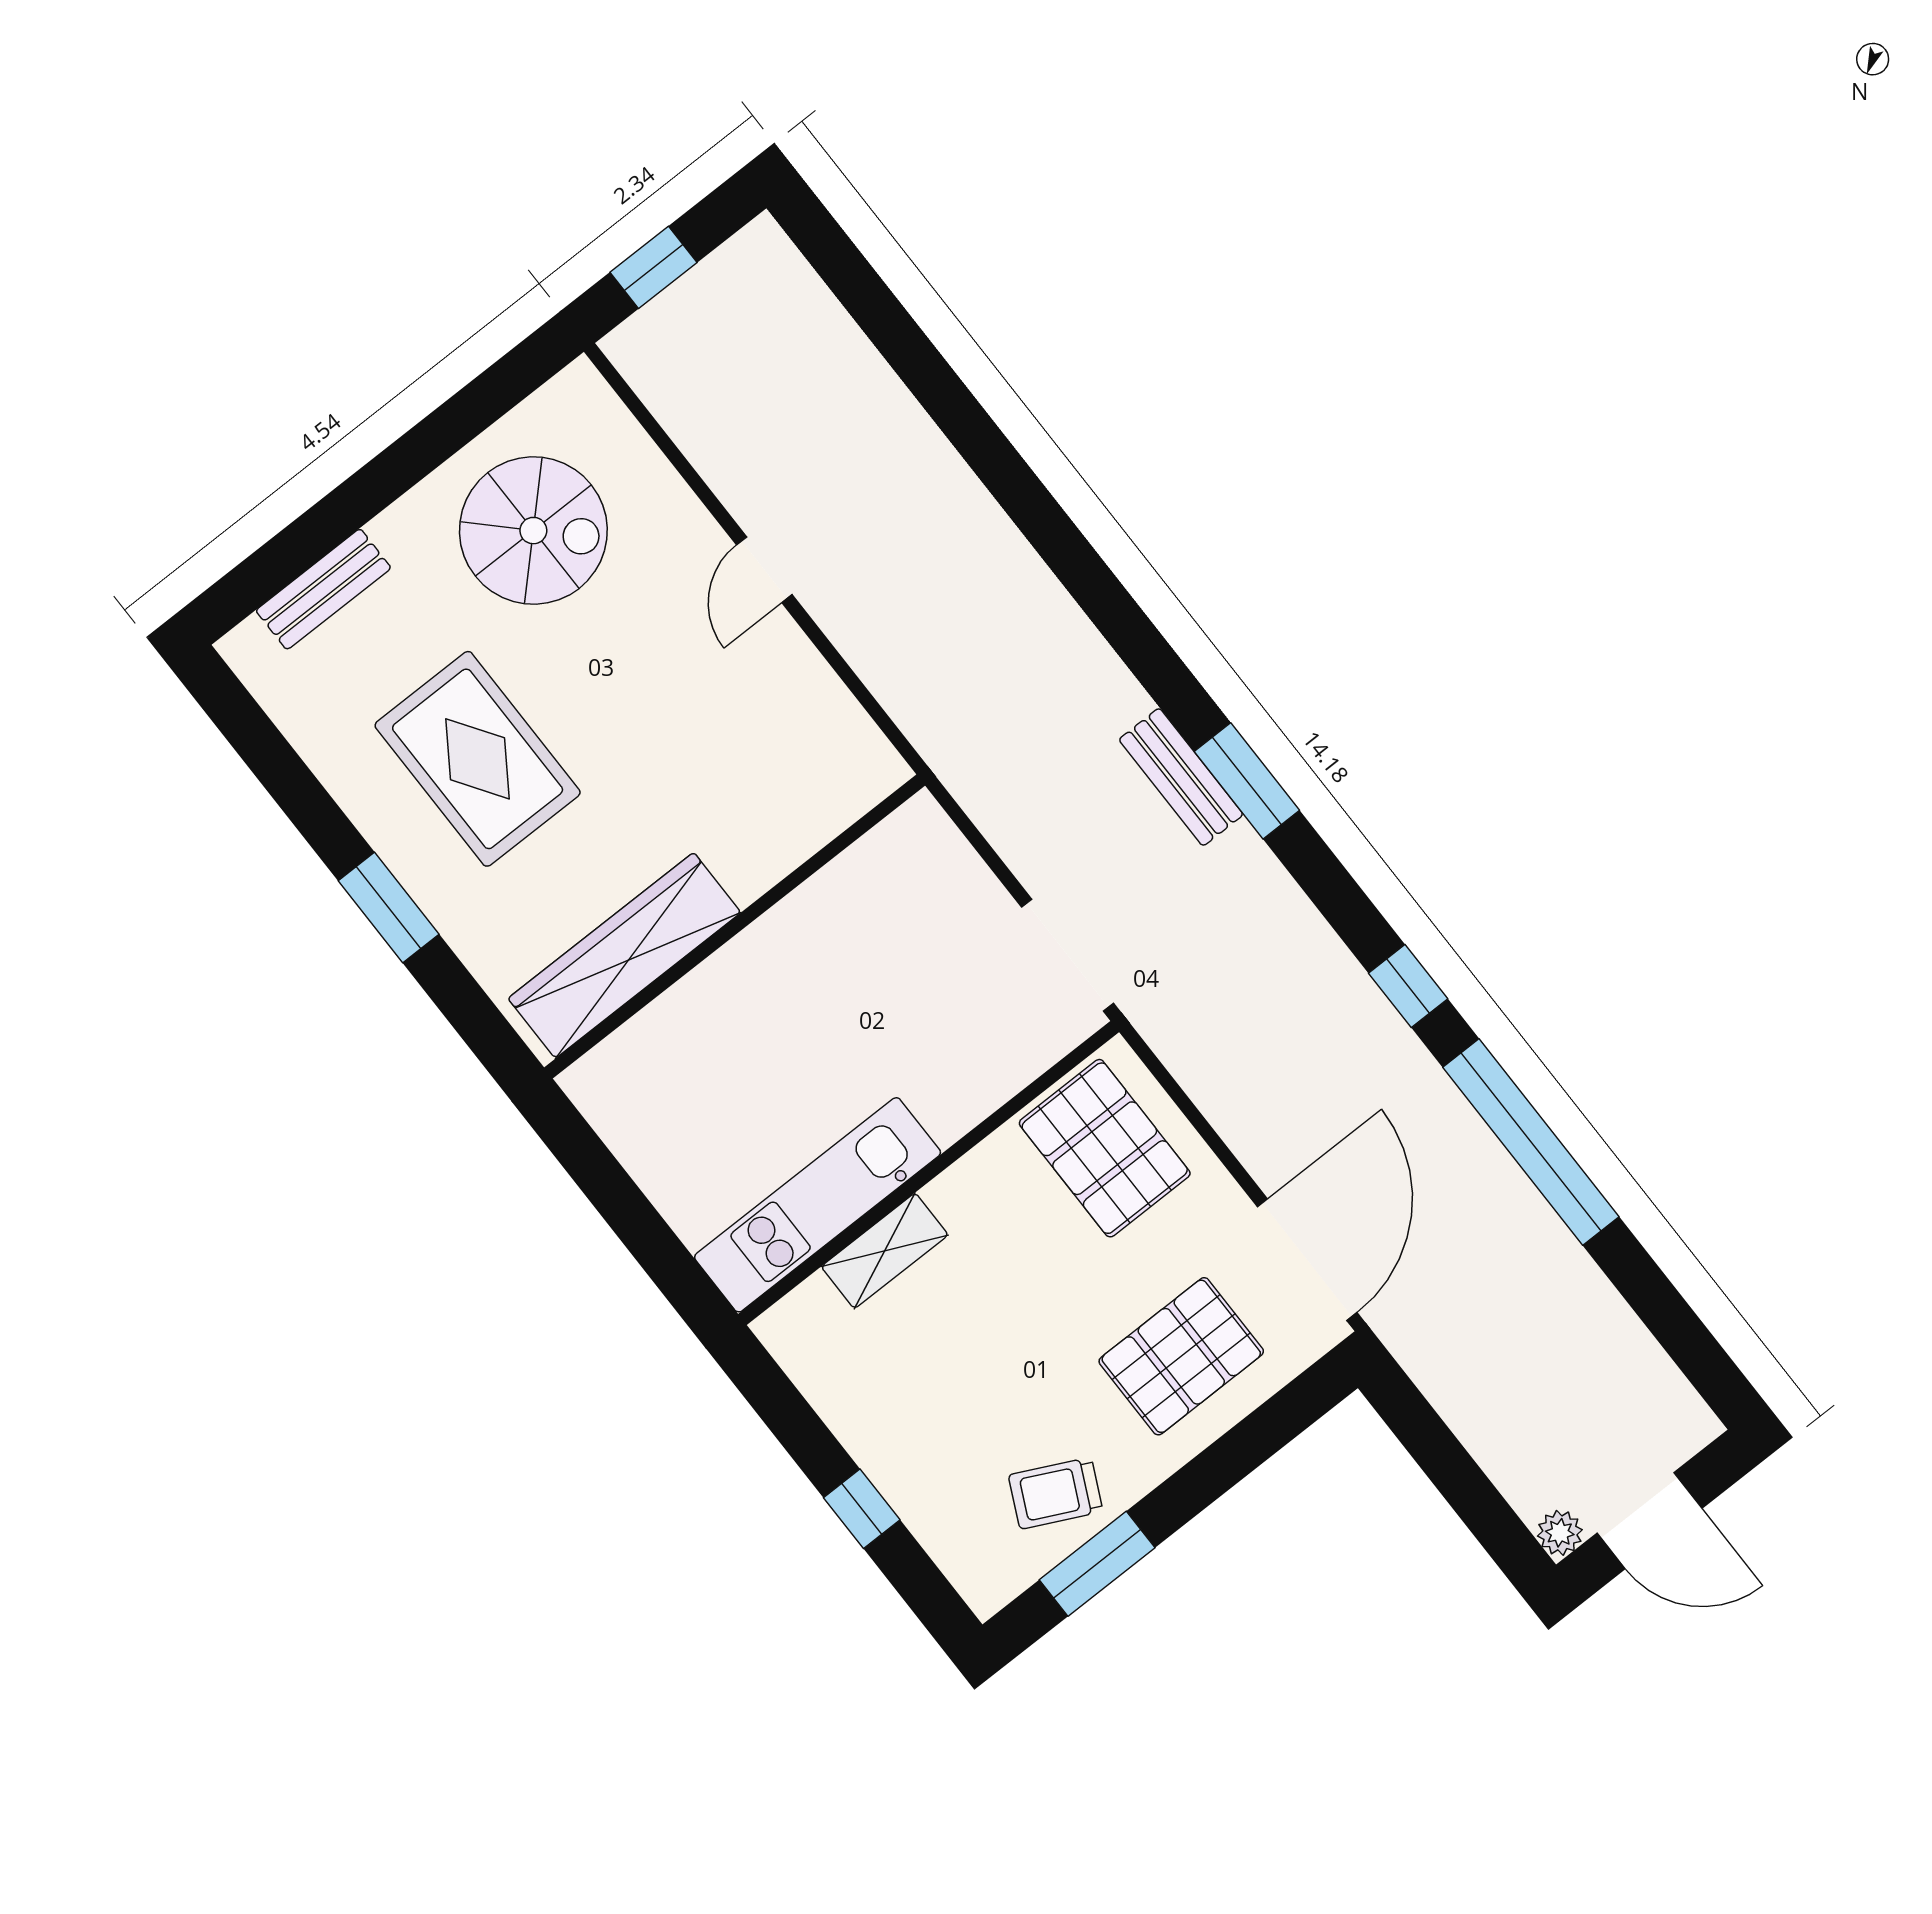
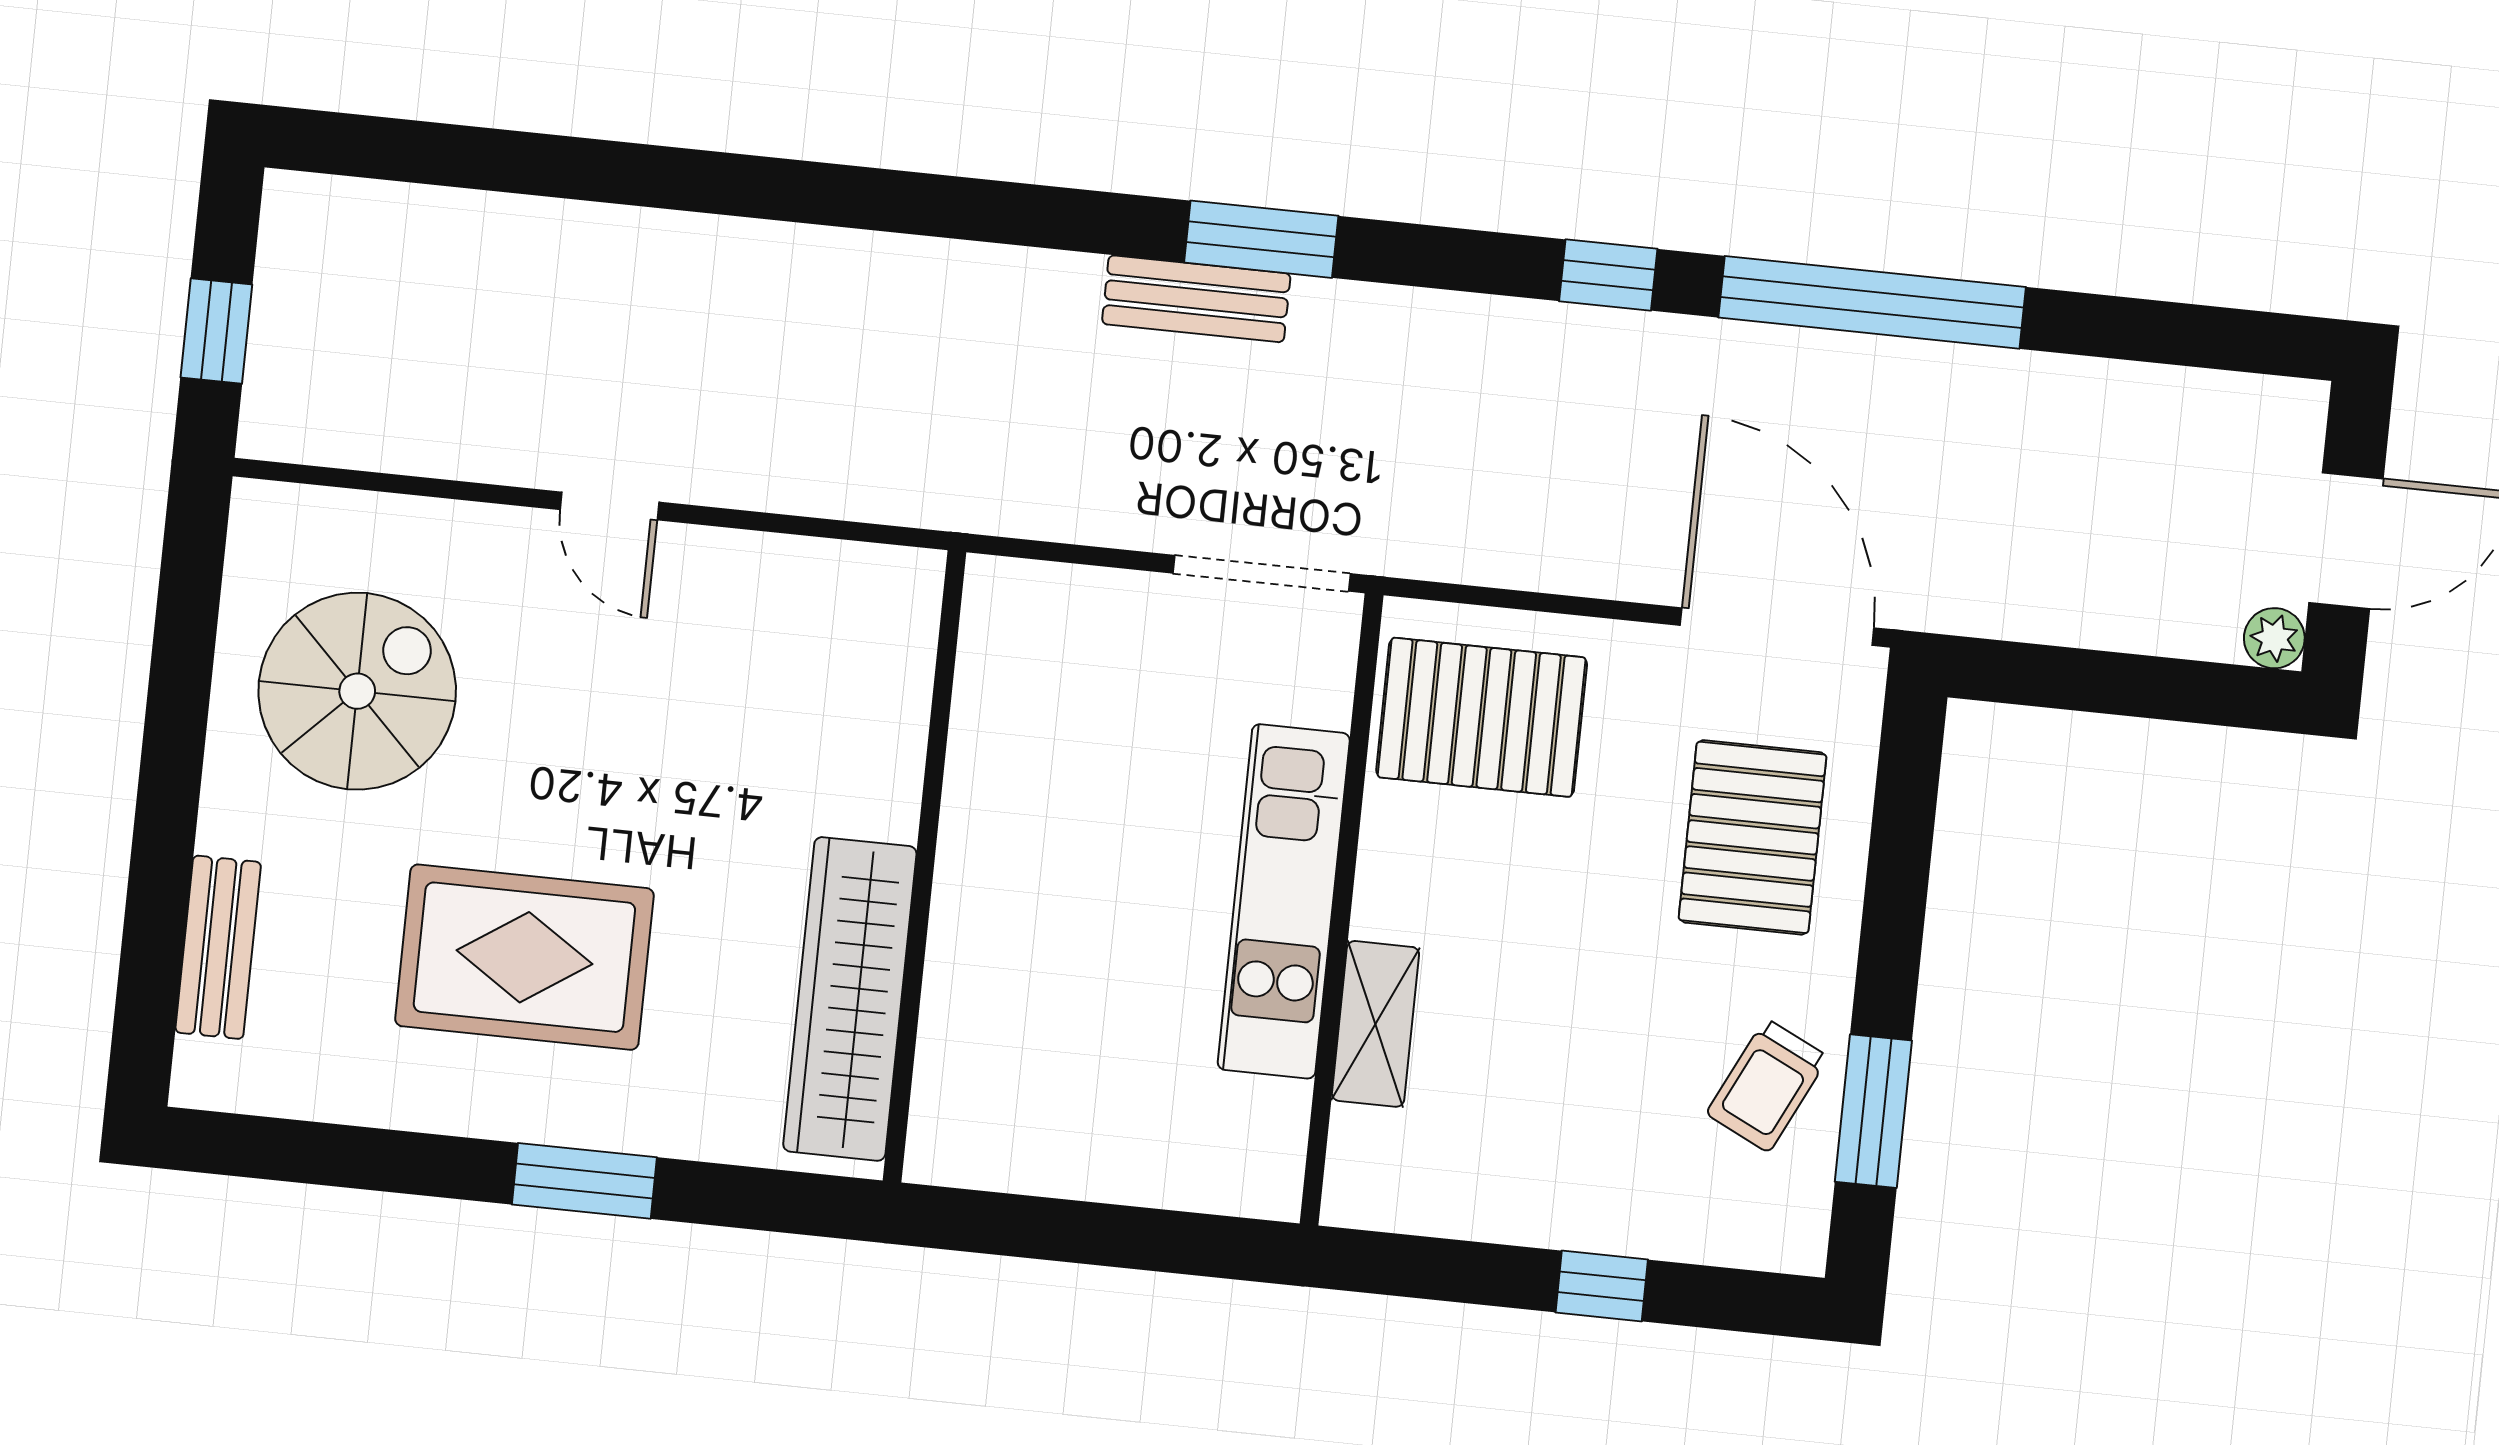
kitchen unit: (818, 1205) -> (1284, 901), moved

